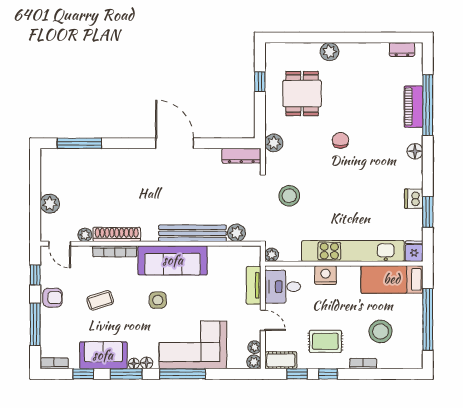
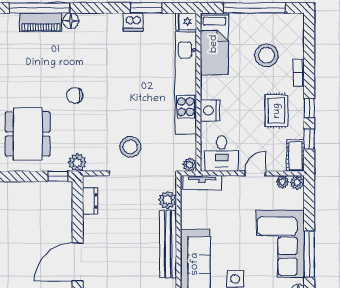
window: (260, 82) -> (58, 176), moved
dining table: (302, 94) -> (28, 134), width x1.38
floor lamp: (415, 151) -> (71, 21), moved
dresser: (241, 156) -> (90, 201), width x0.70
tv unit: (254, 285) -> (202, 183), moved

